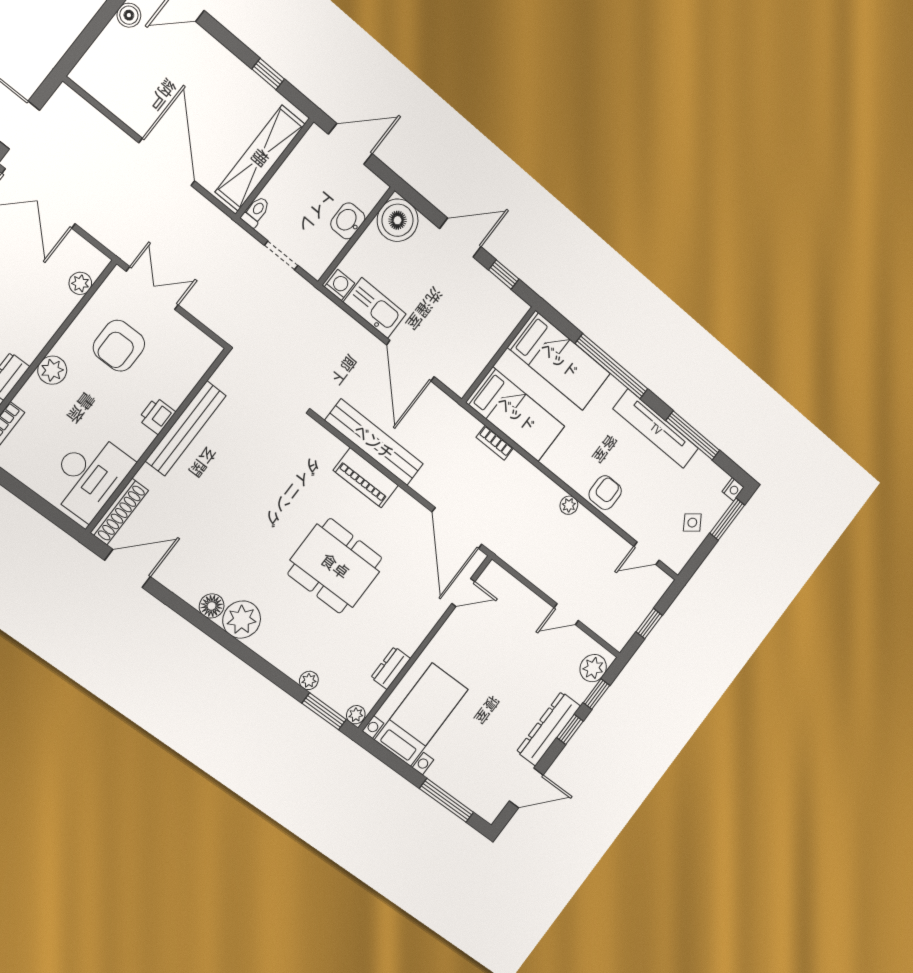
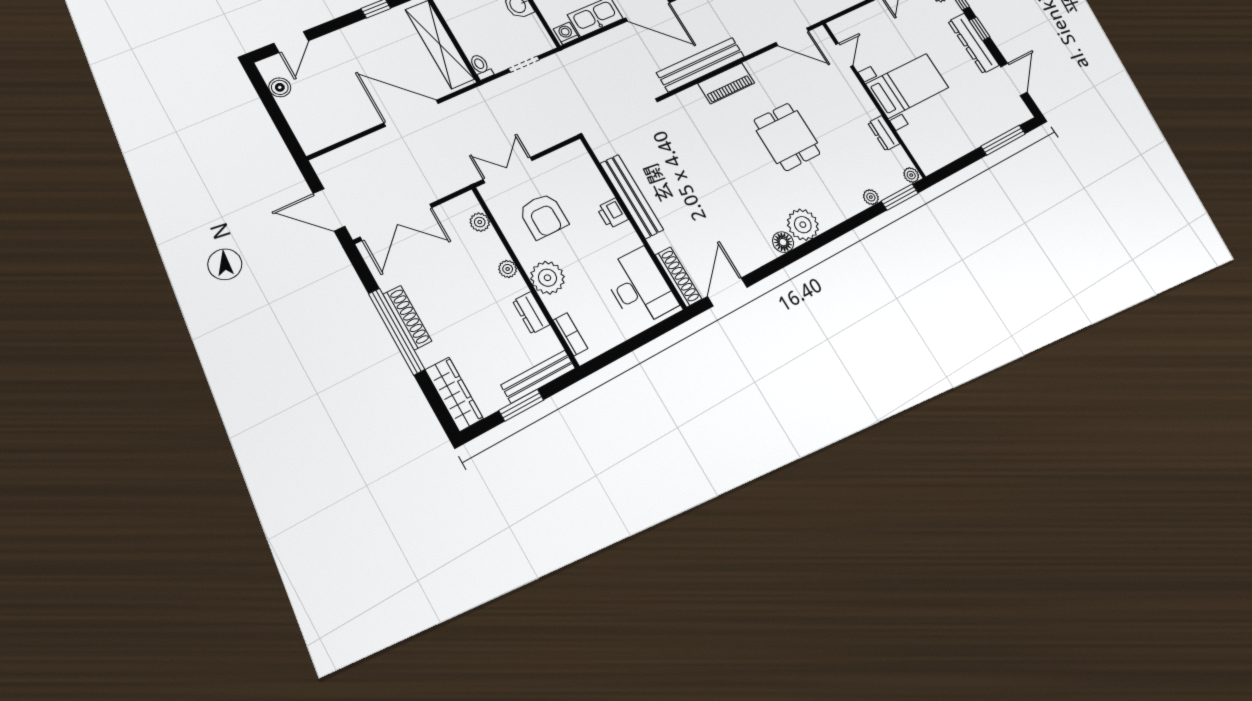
plant: (43, 333) -> (508, 269), added
plant: (52, 370) -> (547, 278), width x1.36, depth x1.36
door: (457, 528) -> (792, 37), width x0.73
dining table: (335, 566) -> (787, 137), width x0.73
bed with nightstands: (421, 715) -> (907, 86), moved, turned 90

